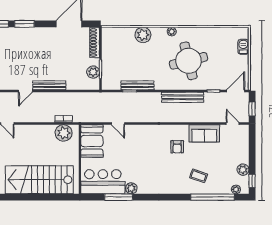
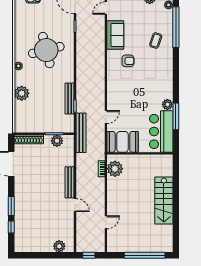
bench: (183, 97) -> (81, 133), moved
stairs: (39, 180) -> (164, 200), width x0.73, depth x0.66

